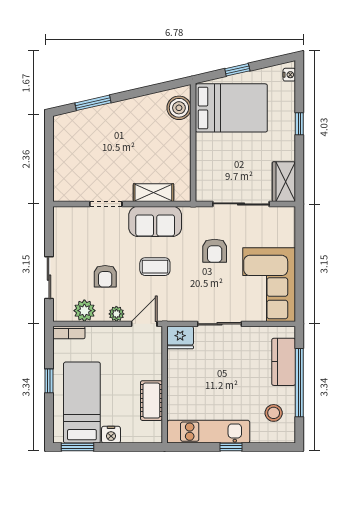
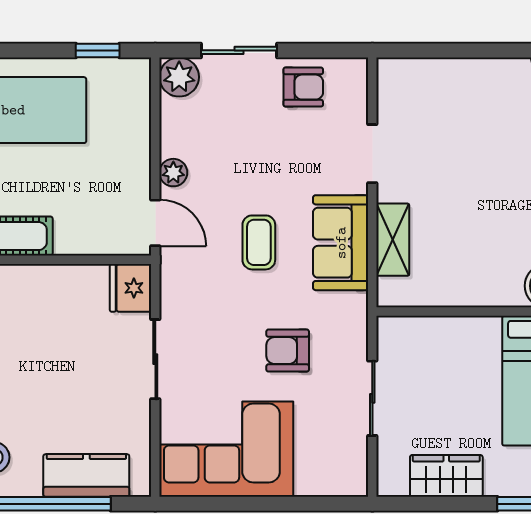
wardrobe: (284, 182) -> (446, 476), moved
sliding door: (241, 204) -> (372, 398), width x0.73
armchair: (105, 276) -> (303, 87), moved, turned 180
plant: (84, 311) -> (179, 77), moved
bookcase: (69, 333) -> (139, 86), removed
window: (49, 381) -> (98, 50), moved

